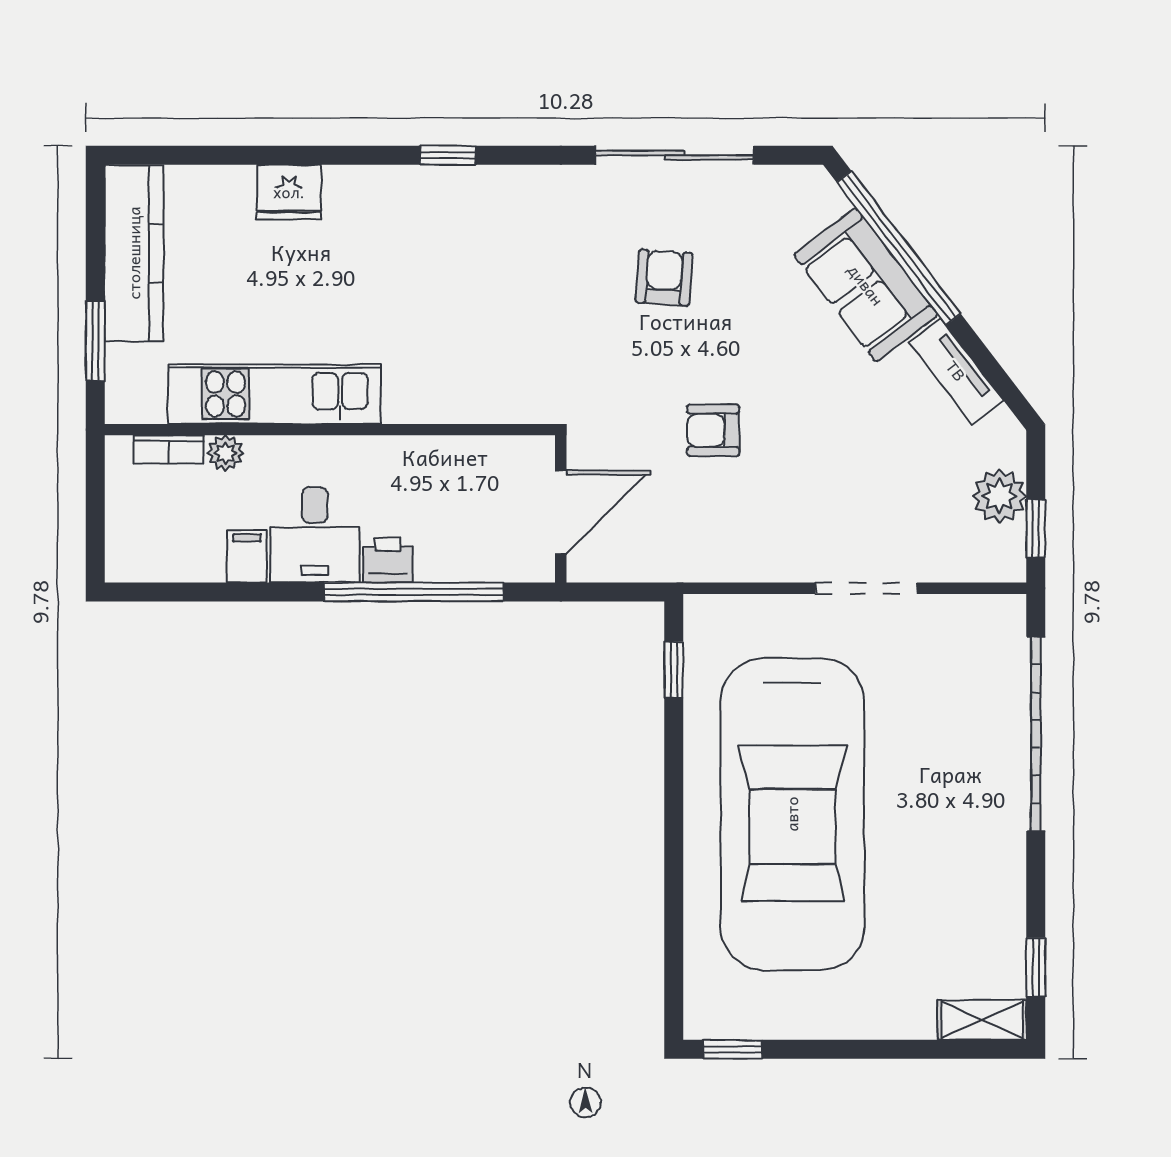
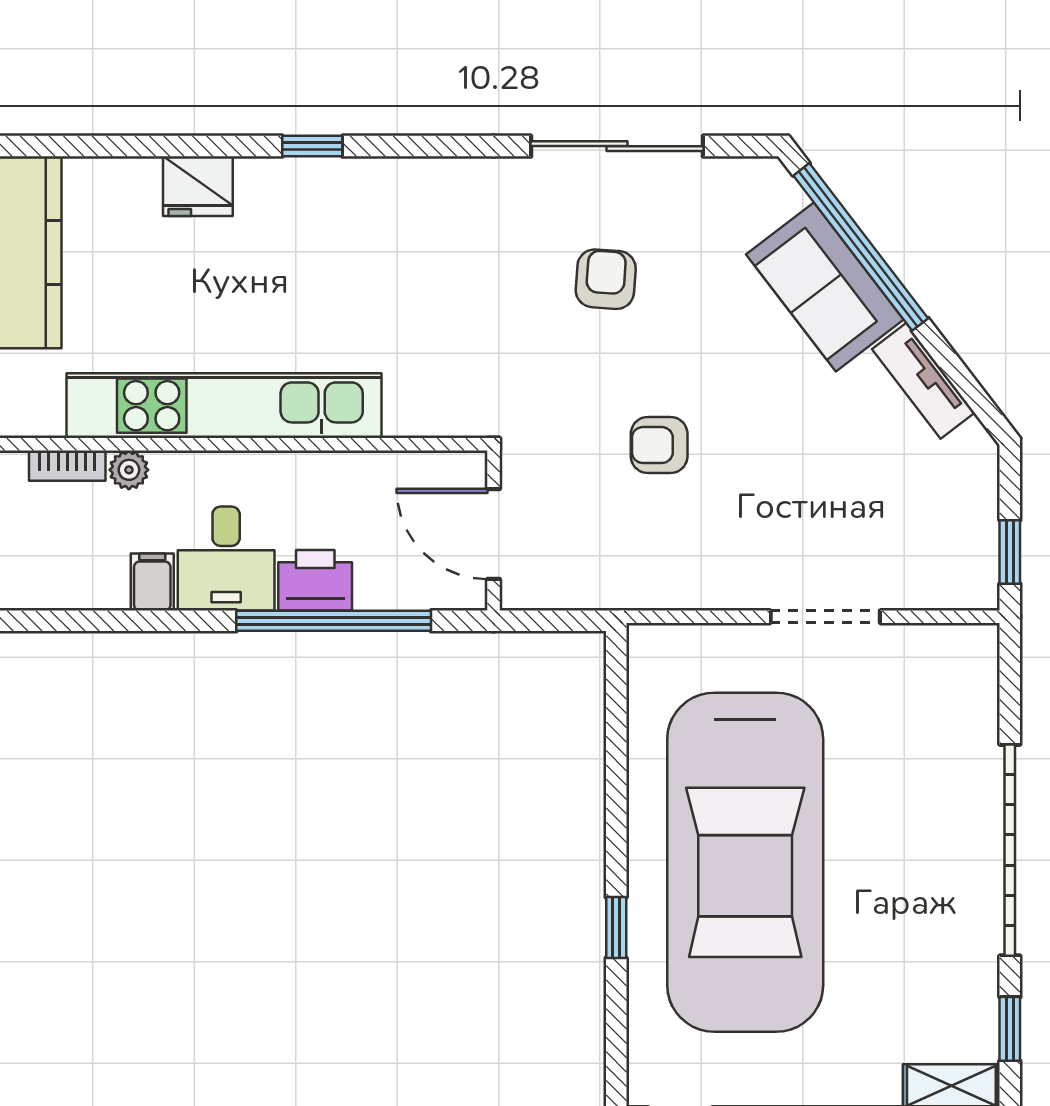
window: (448, 155) -> (312, 146), moved
kitchen unit: (274, 394) -> (224, 406), width x1.36
plant: (999, 496) -> (970, 516), removed
door: (561, 512) -> (493, 534), swing flipped
printer: (388, 560) -> (315, 580), width x1.36, depth x1.24
window: (674, 670) -> (616, 928), moved
garage door: (1036, 734) -> (1010, 850), moved

